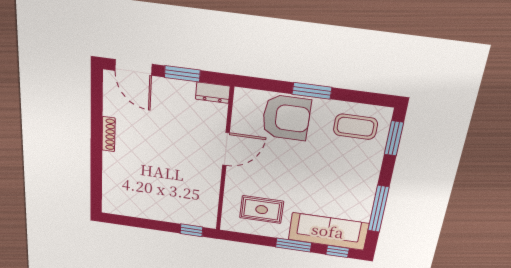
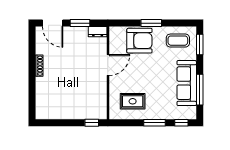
sofa: (328, 231) -> (187, 83), moved, turned -90

